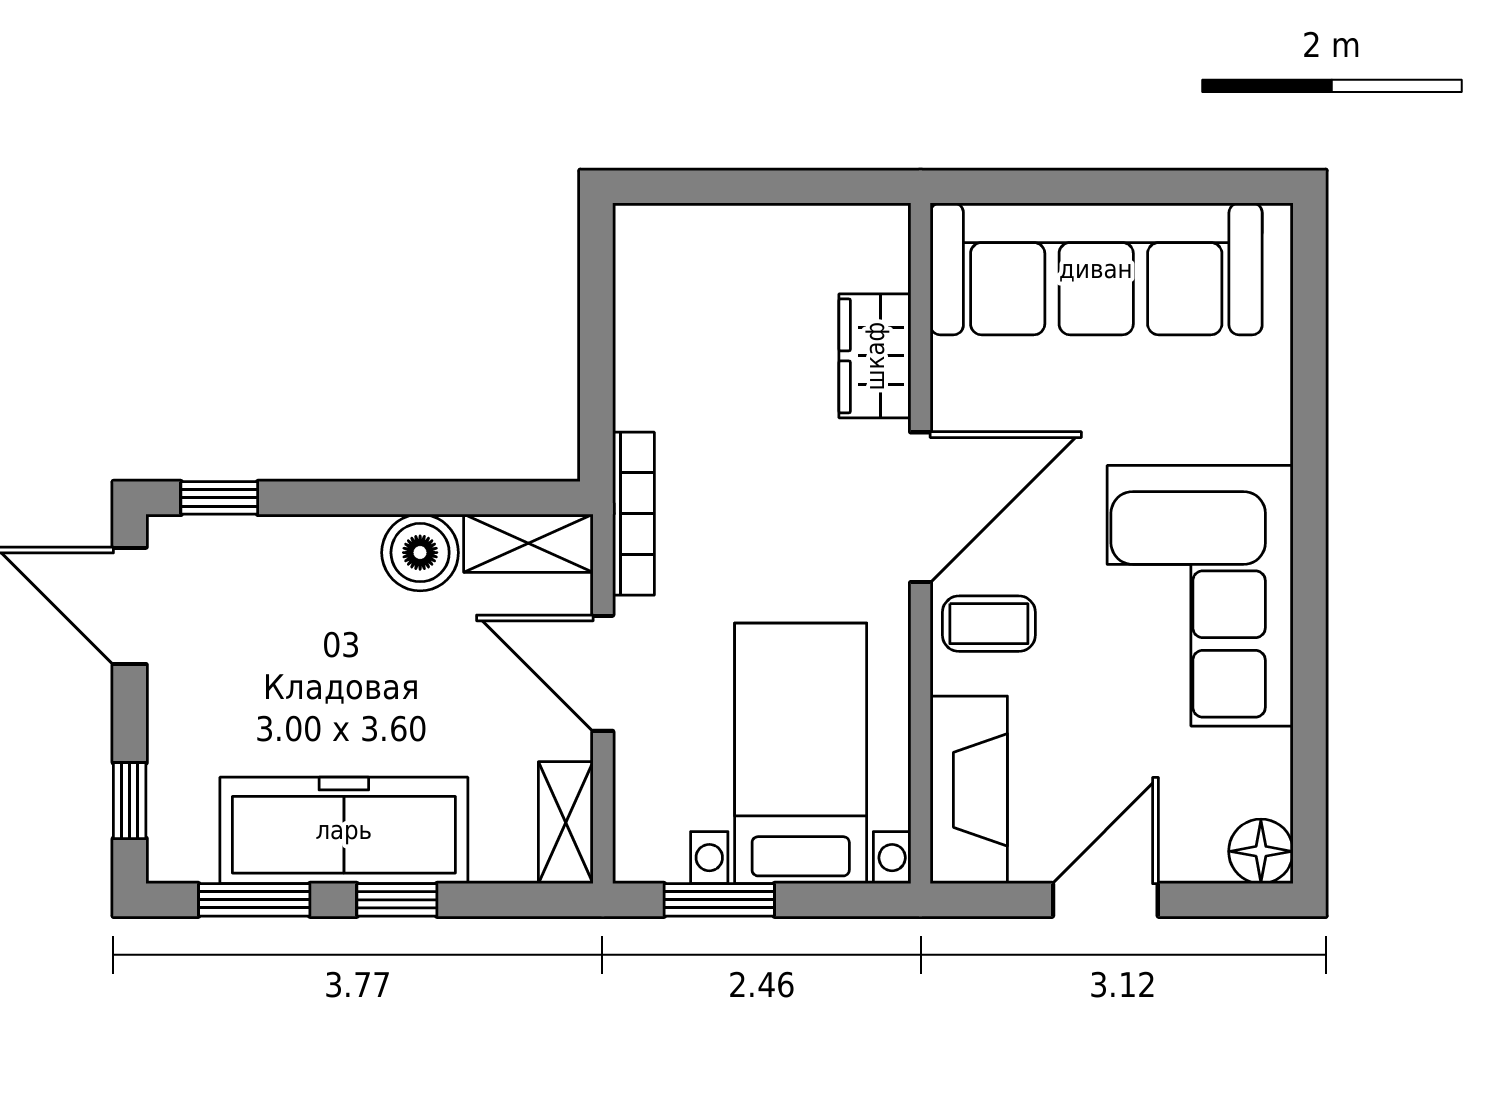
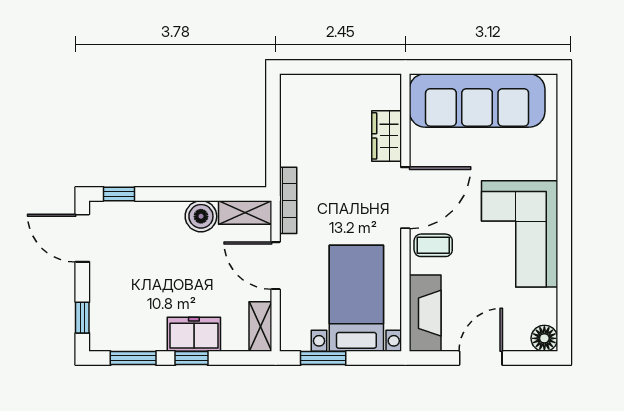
freezer: (344, 830) -> (194, 334), width x0.52, depth x0.79

